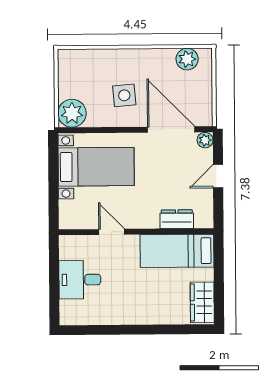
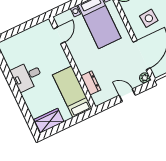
door: (112, 232) -> (59, 35), moved
desk: (80, 280) -> (27, 76), moved, turned -90

